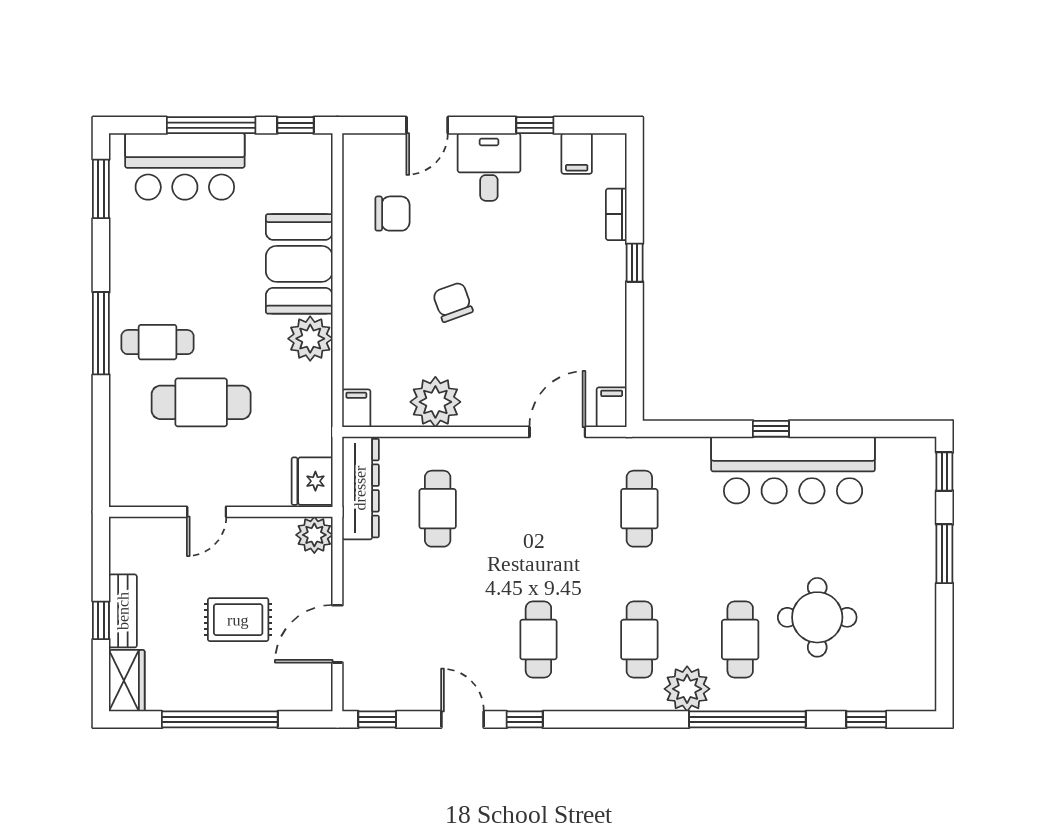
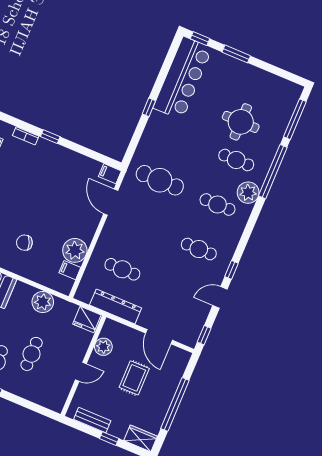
chair: (453, 302) -> (24, 243), moved
plant: (310, 339) -> (43, 302), moved
cafe table: (201, 402) -> (32, 354), width x0.73, depth x0.74
filing cabinet: (356, 408) -> (70, 270), moved
bar counter: (793, 470) -> (183, 78), moved
dresser: (360, 488) -> (116, 306), moved
cafe table: (639, 509) -> (160, 180), width x1.37, depth x1.35
door: (207, 512) -> (81, 372), hinge flipped
plant: (314, 535) -> (103, 347), moved
bench: (123, 611) -> (92, 420), moved
window: (866, 719) -> (295, 119), width x2.17

